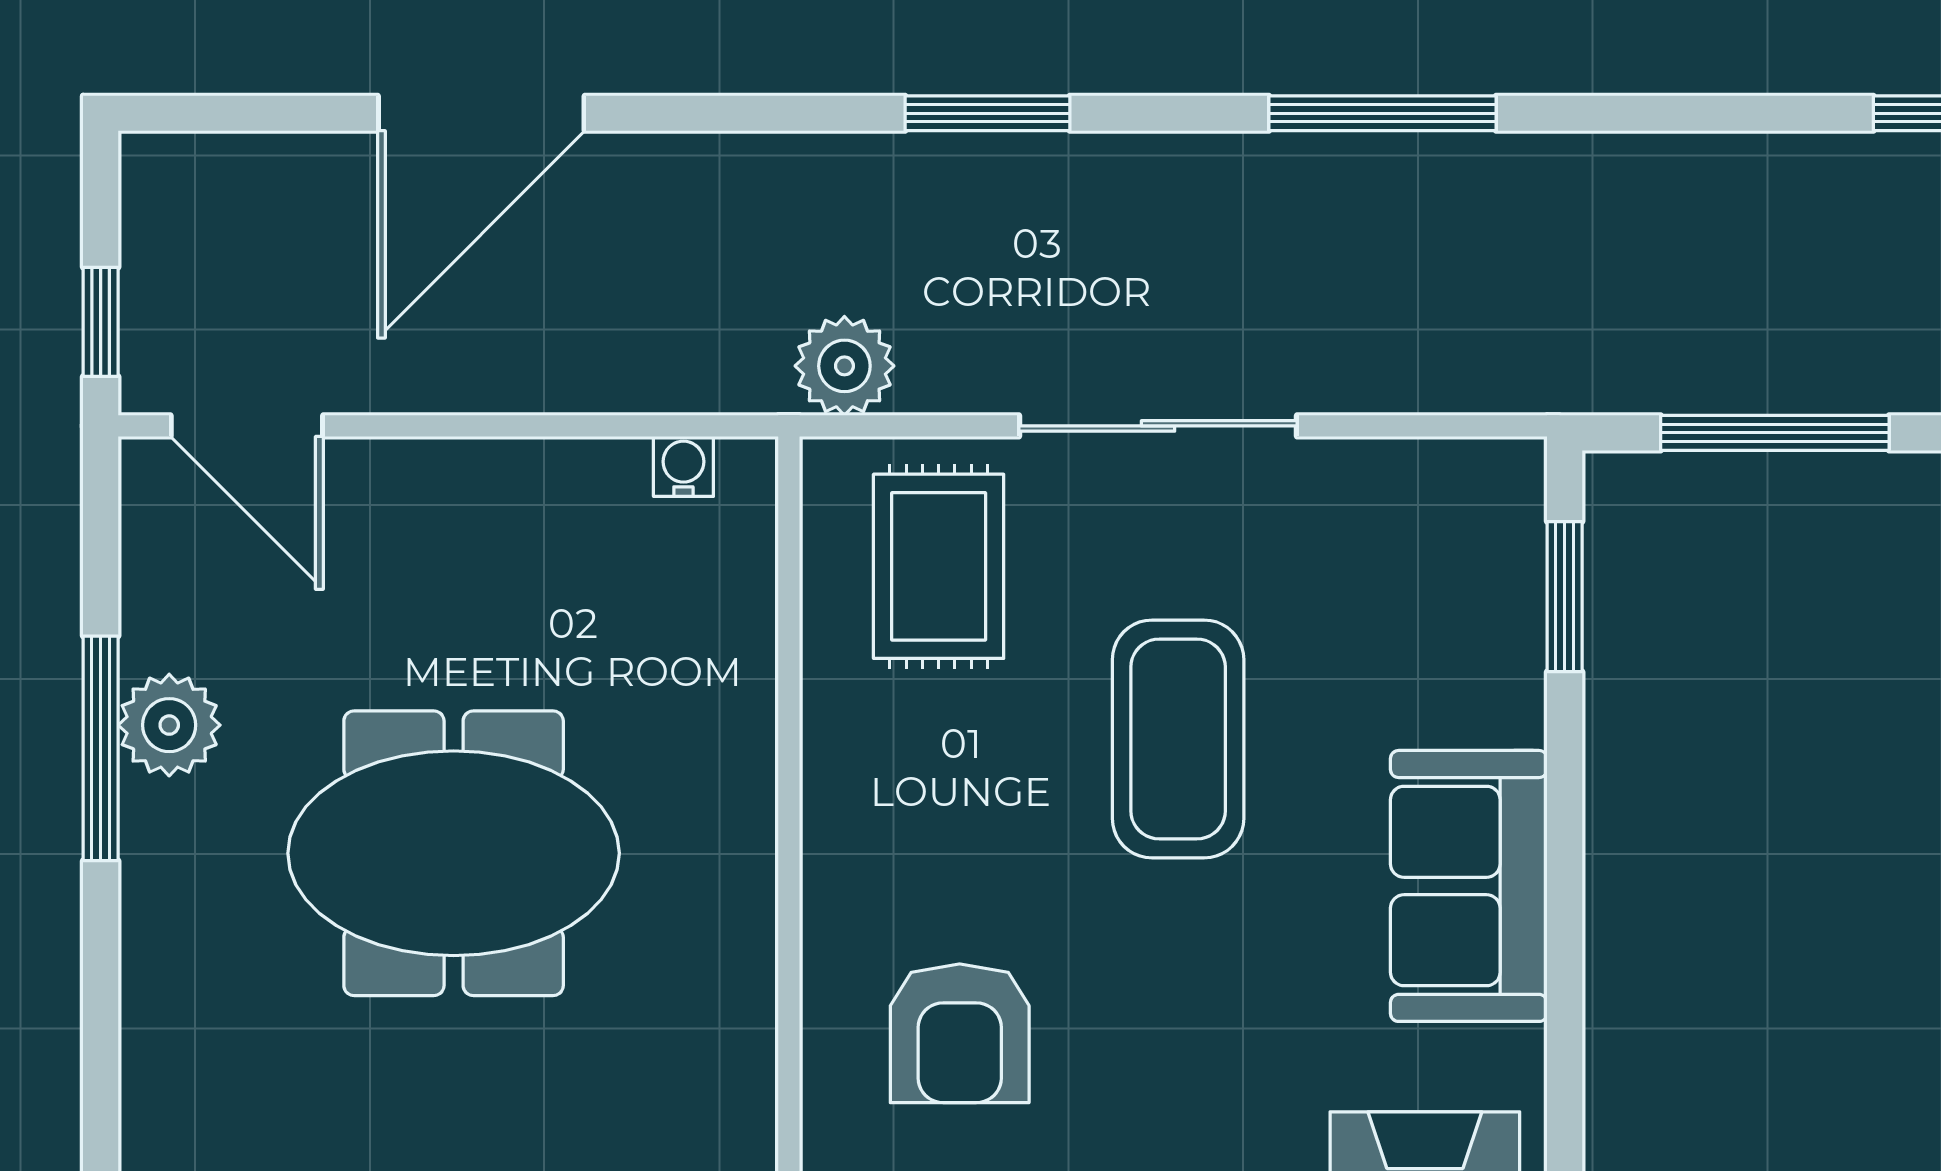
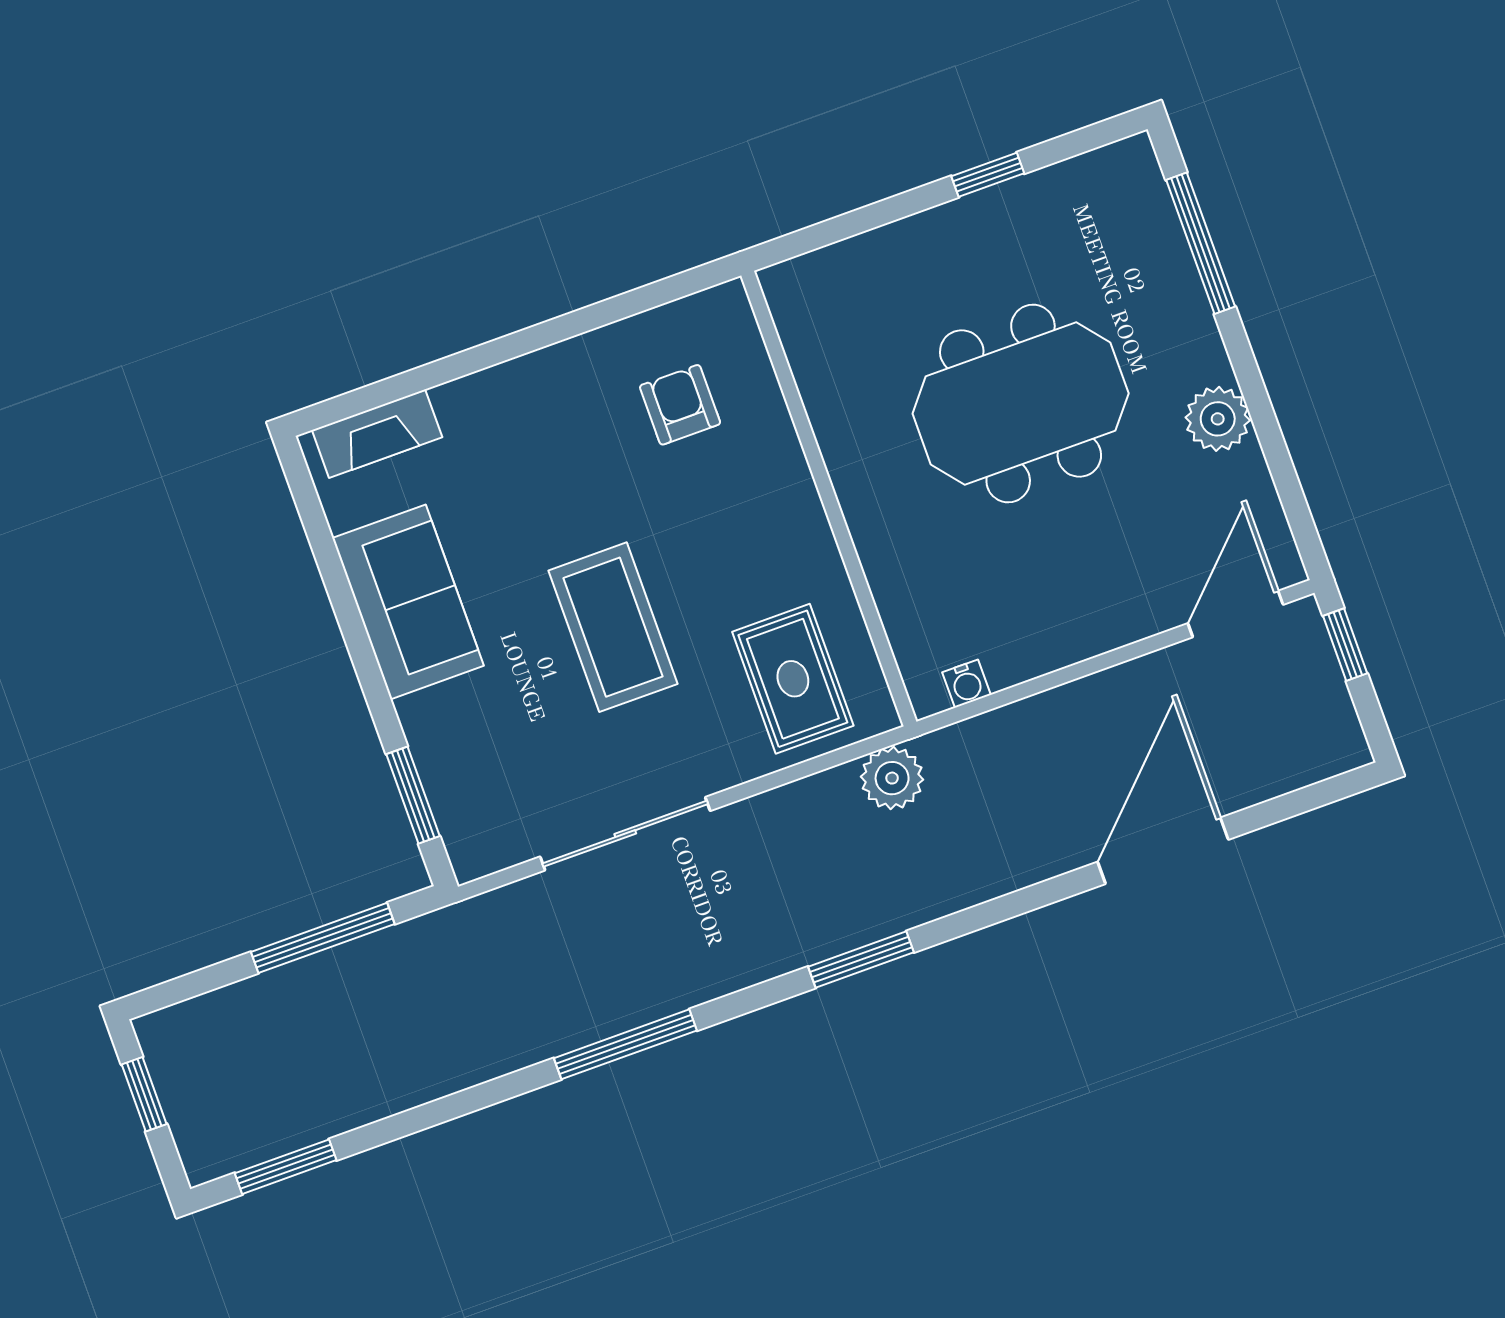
door: (247, 426) -> (1236, 614), hinge flipped
sliding door: (1158, 426) -> (625, 834), moved
window: (101, 748) -> (1201, 243), moved
armchair: (960, 1033) -> (680, 405), width x0.72, depth x0.72

